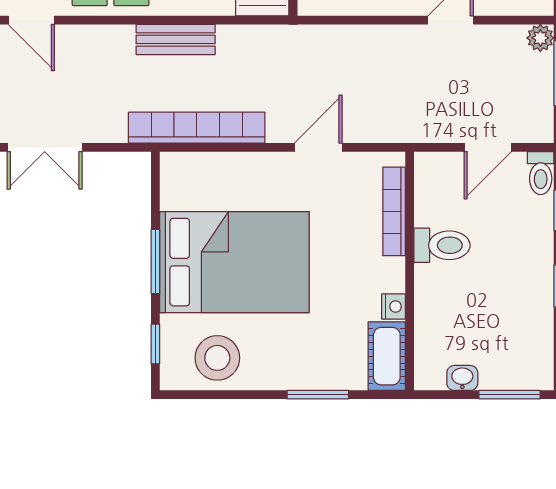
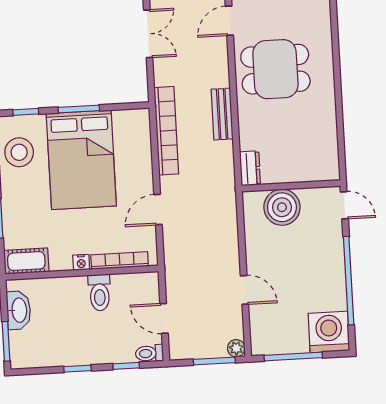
double door: (45, 147) -> (148, 34), swing flipped
door: (318, 147) -> (158, 210), swing flipped
nightstand: (394, 306) -> (81, 262), moved
washbasin: (462, 378) -> (19, 310), width x1.91, depth x1.45

